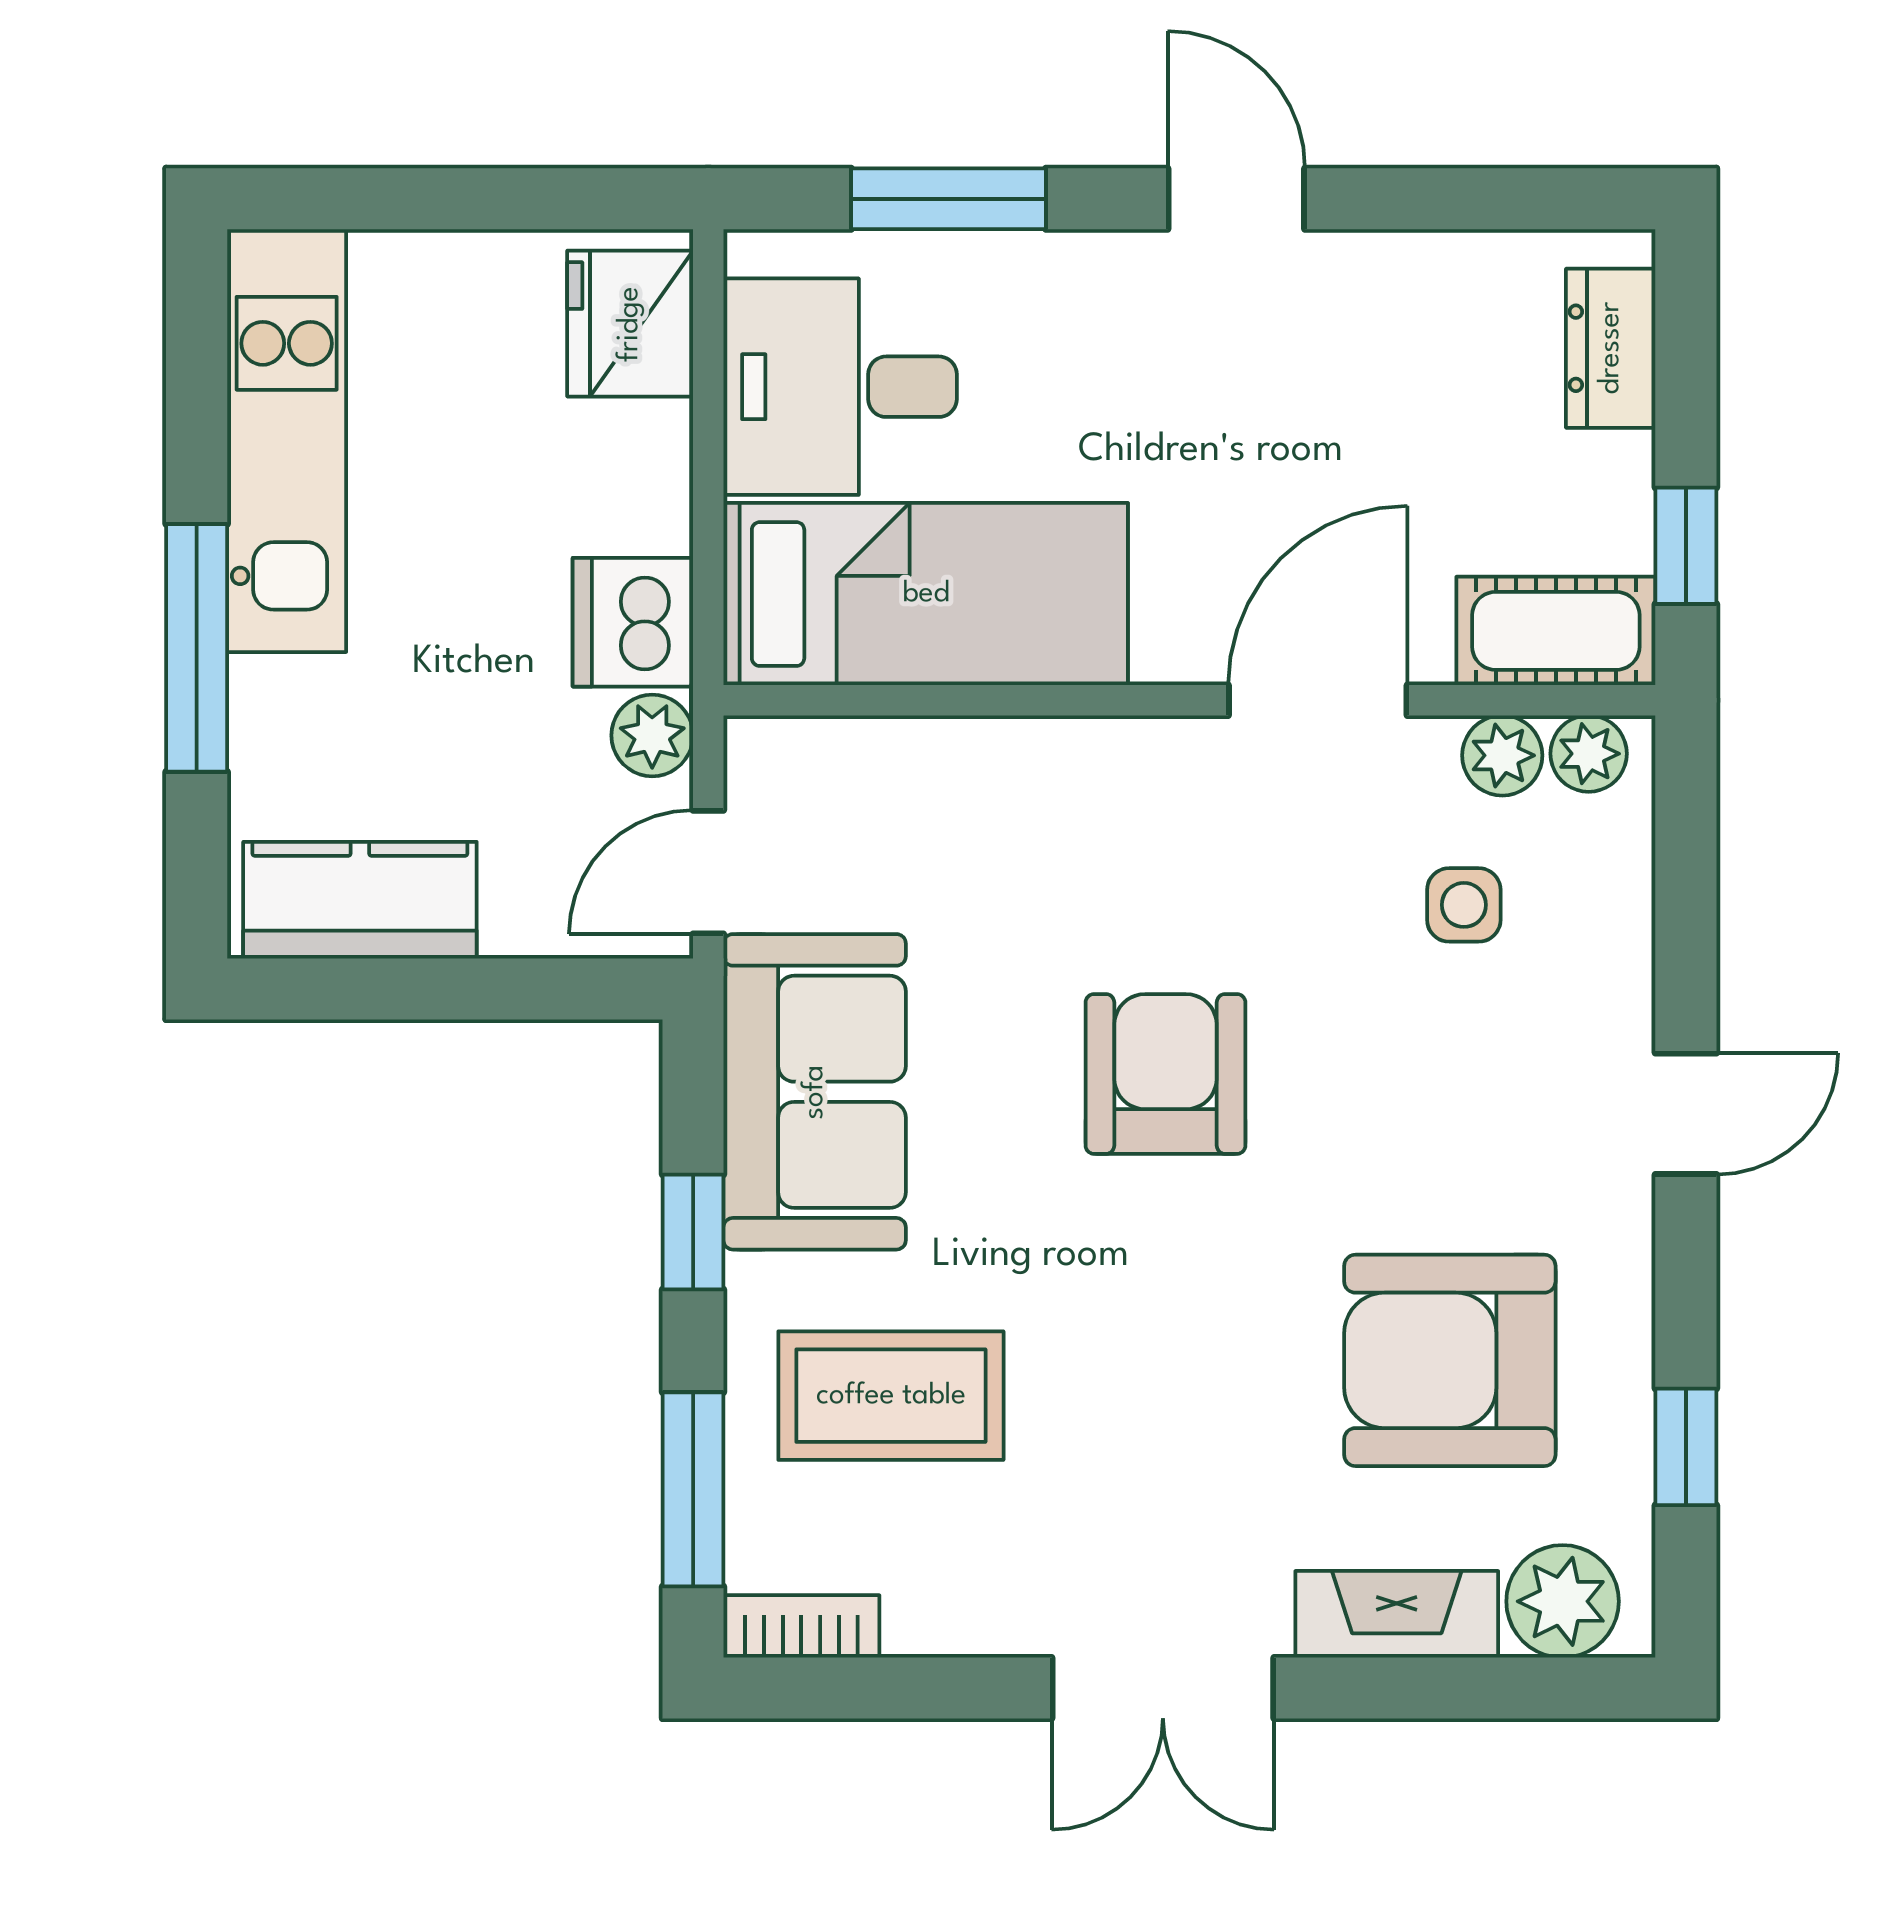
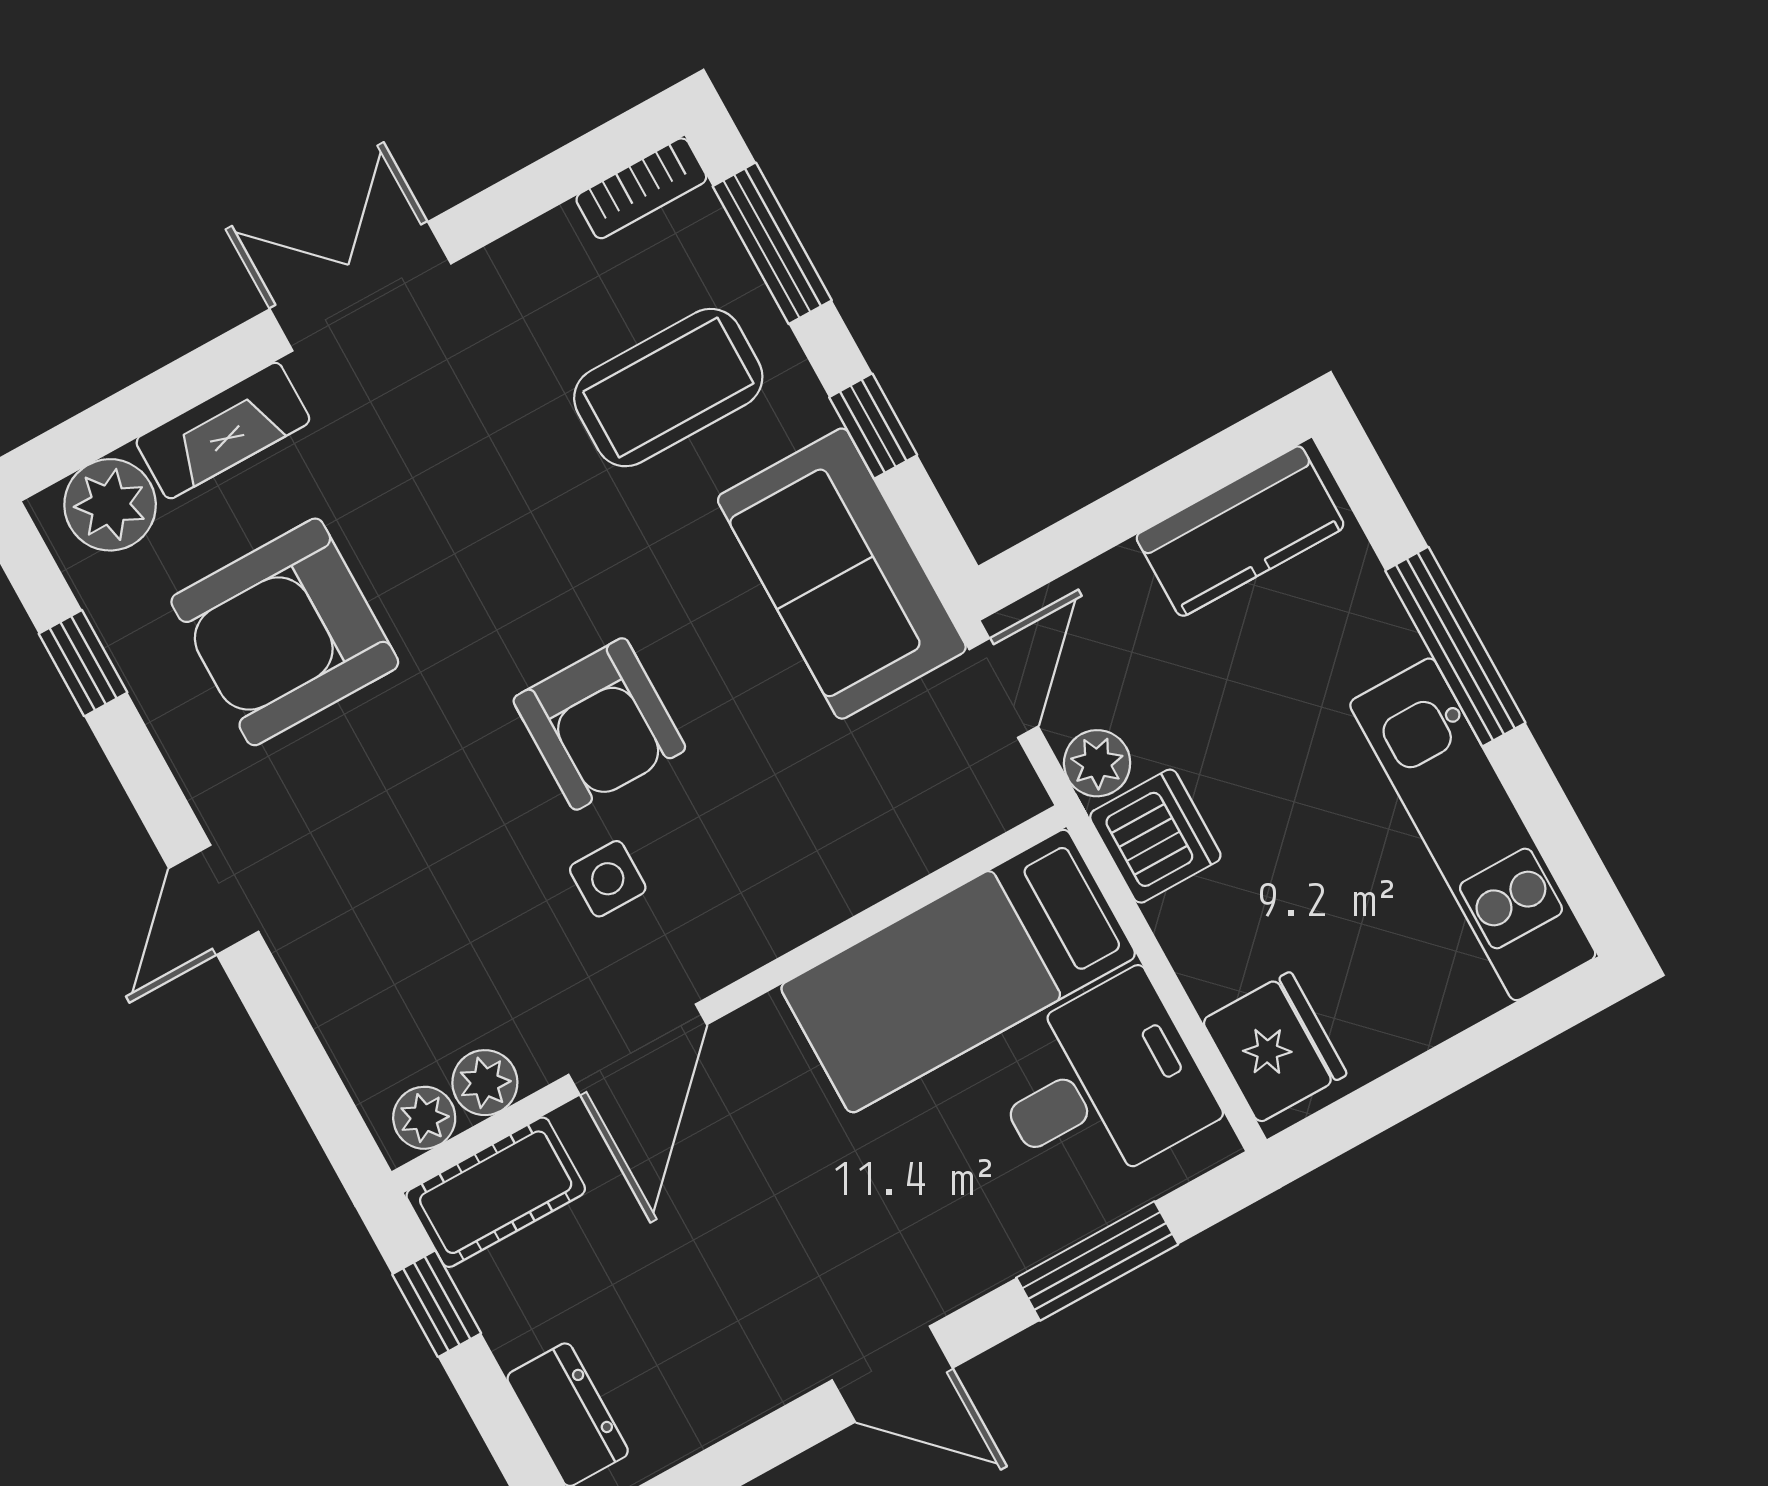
side table: (1464, 905) -> (608, 879), moved
armchair: (1450, 1360) -> (285, 632), turned 180

